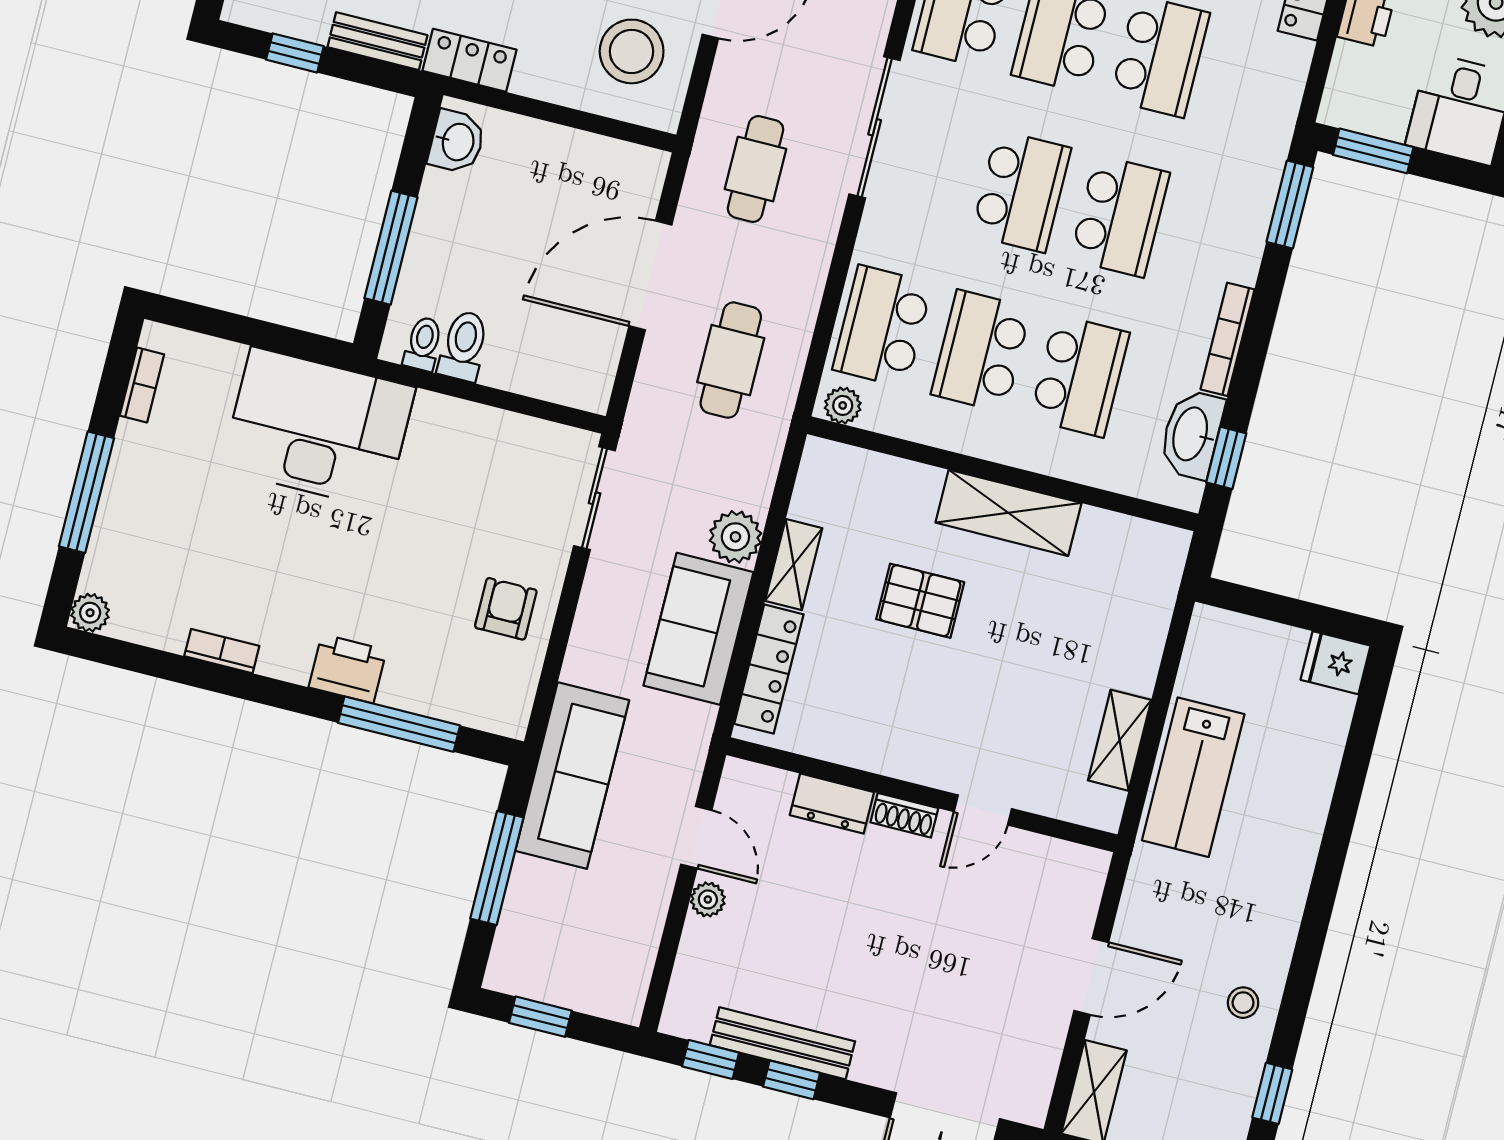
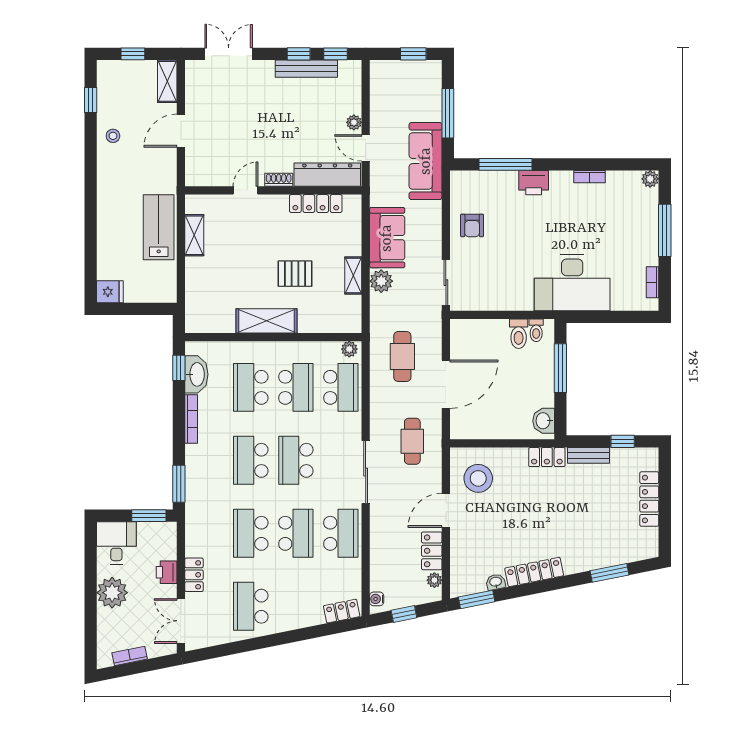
locker: (769, 669) -> (316, 204), moved, turned -90
dresser: (832, 804) -> (327, 175), width x1.96, depth x1.24

